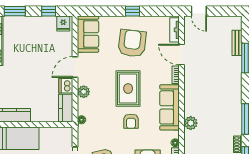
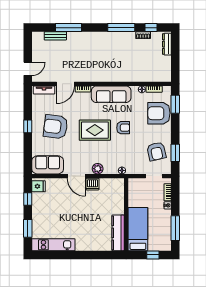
kitchen counter: (66, 108) -> (112, 184), removed
plant: (191, 123) -> (125, 76), removed

